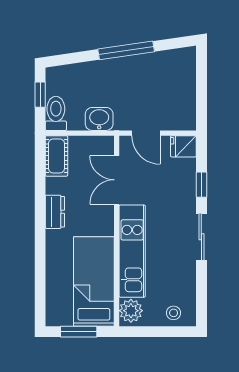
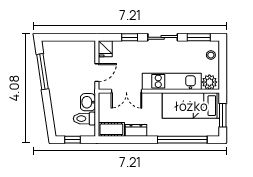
window: (126, 50) -> (42, 72), moved
toilet: (56, 113) -> (84, 119), moved
dresser: (55, 212) -> (136, 130), moved
window: (40, 268) -> (182, 140), added
window: (201, 294) -> (199, 37), added

